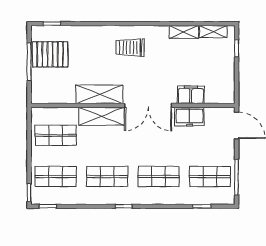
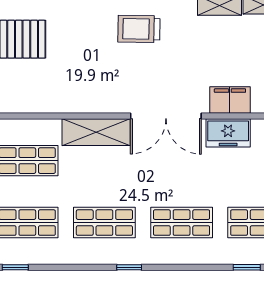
shelving: (99, 94) -> (93, 99), removed

